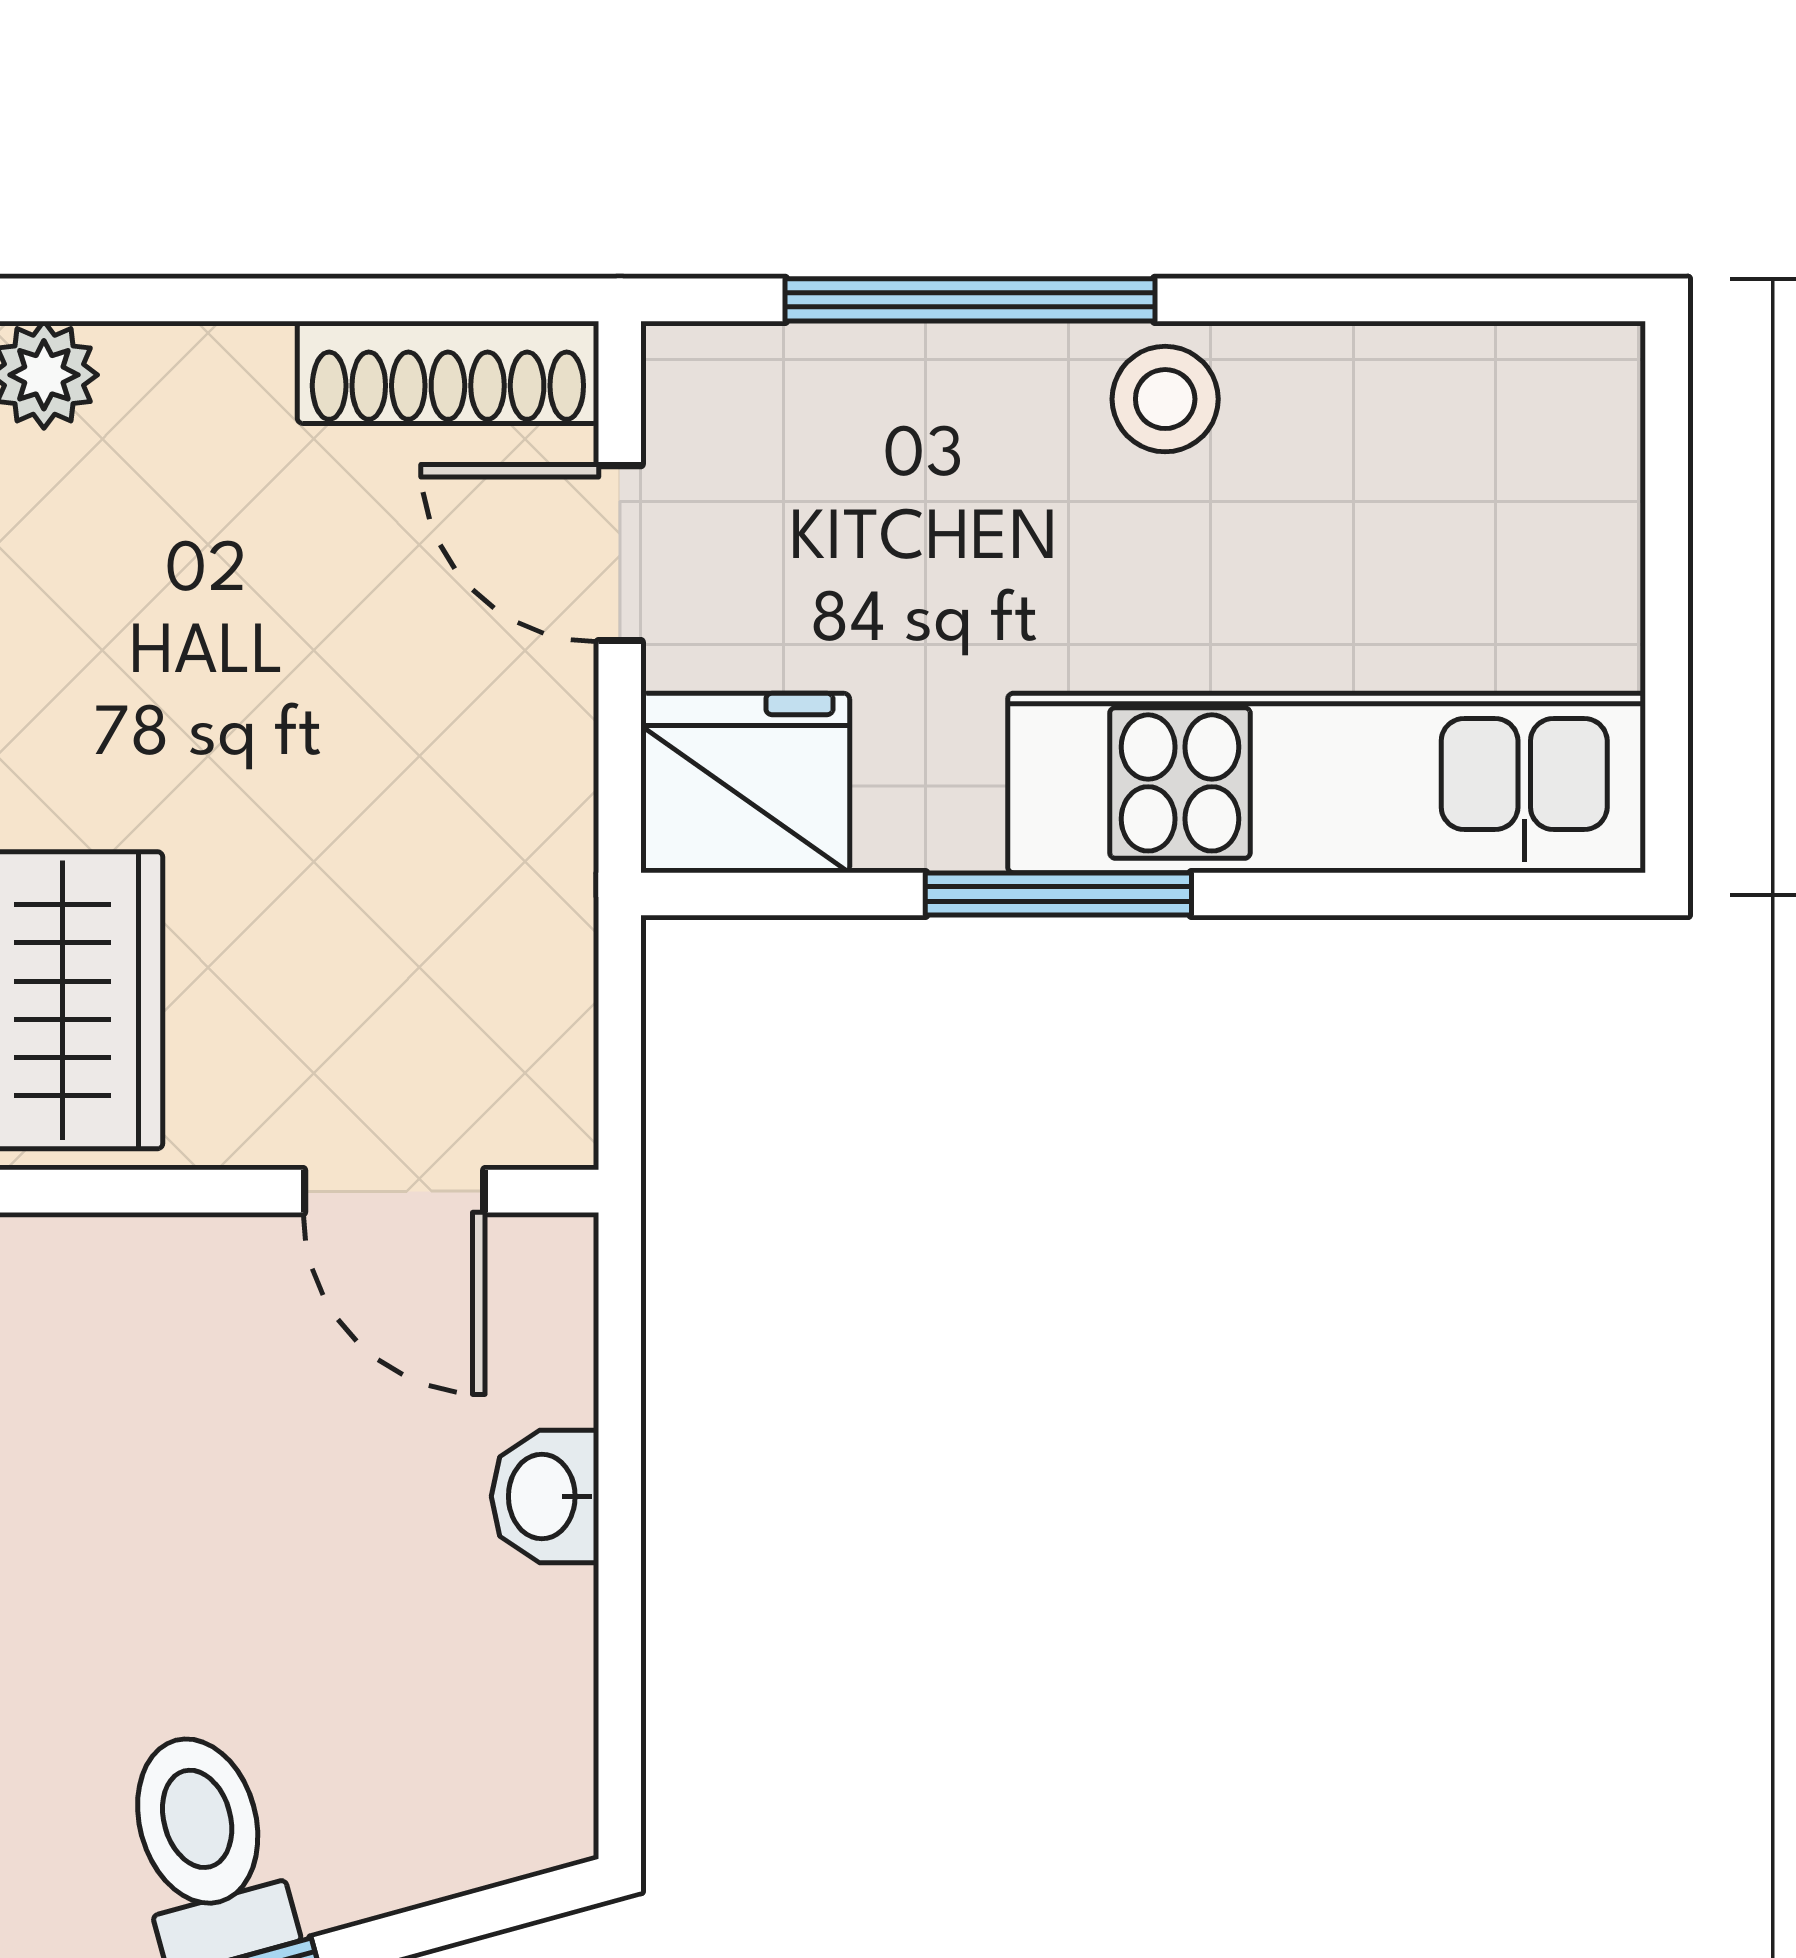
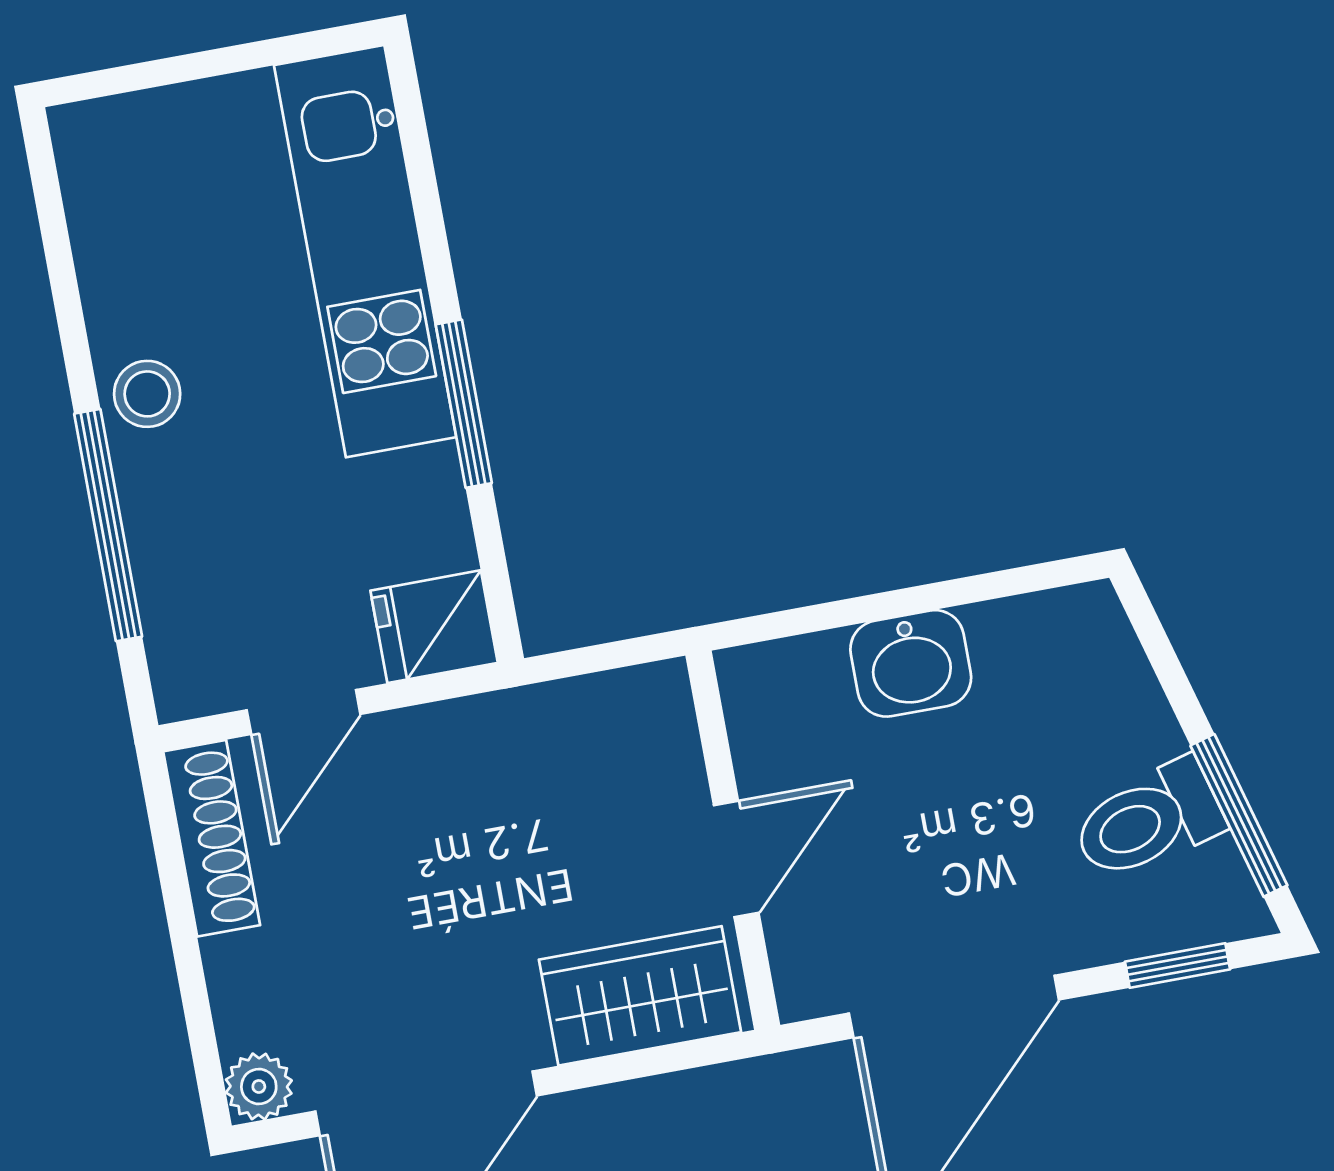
fridge: (745, 783) -> (434, 627), width x0.72
door: (394, 1191) -> (736, 859), moved
washbasin: (545, 1496) -> (911, 663), width x1.38, depth x1.45

